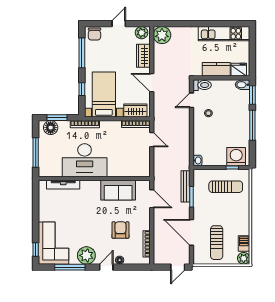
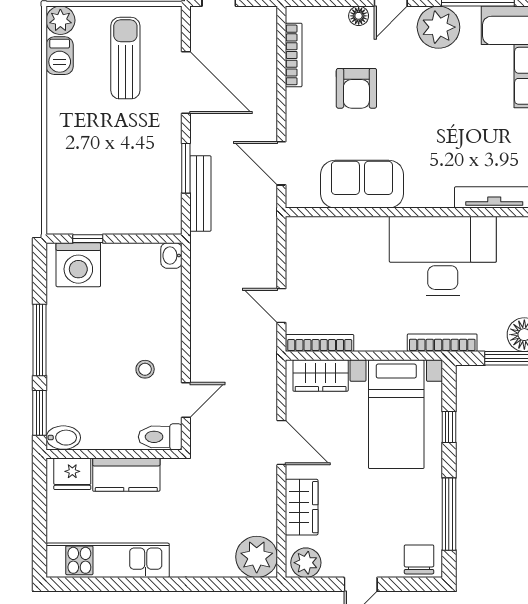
sun lounger: (226, 187) -> (103, 192), removed

